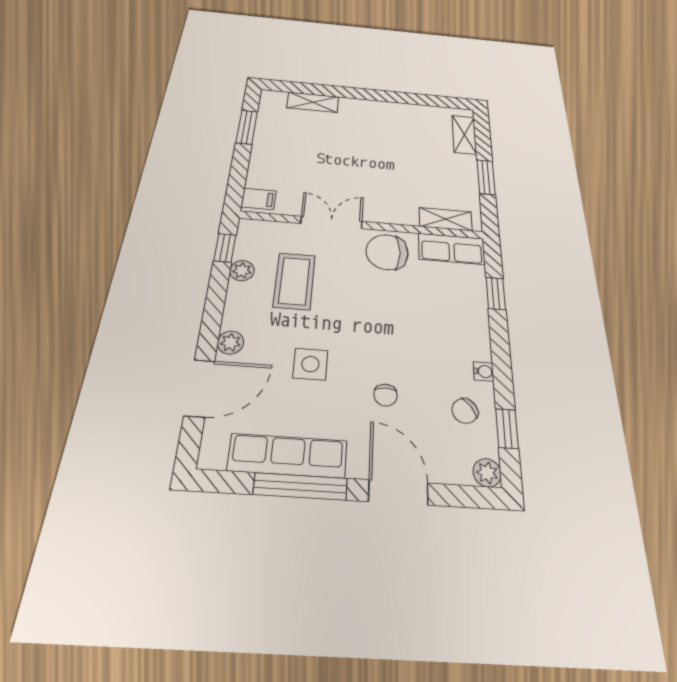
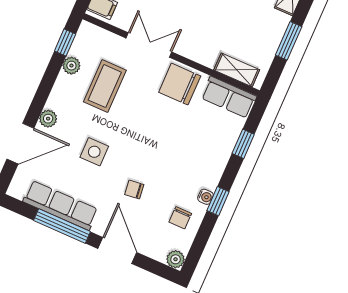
chair: (386, 395) -> (134, 189), turned 83
chair: (465, 411) -> (180, 218), turned -53
window: (507, 429) -> (218, 201), moved

